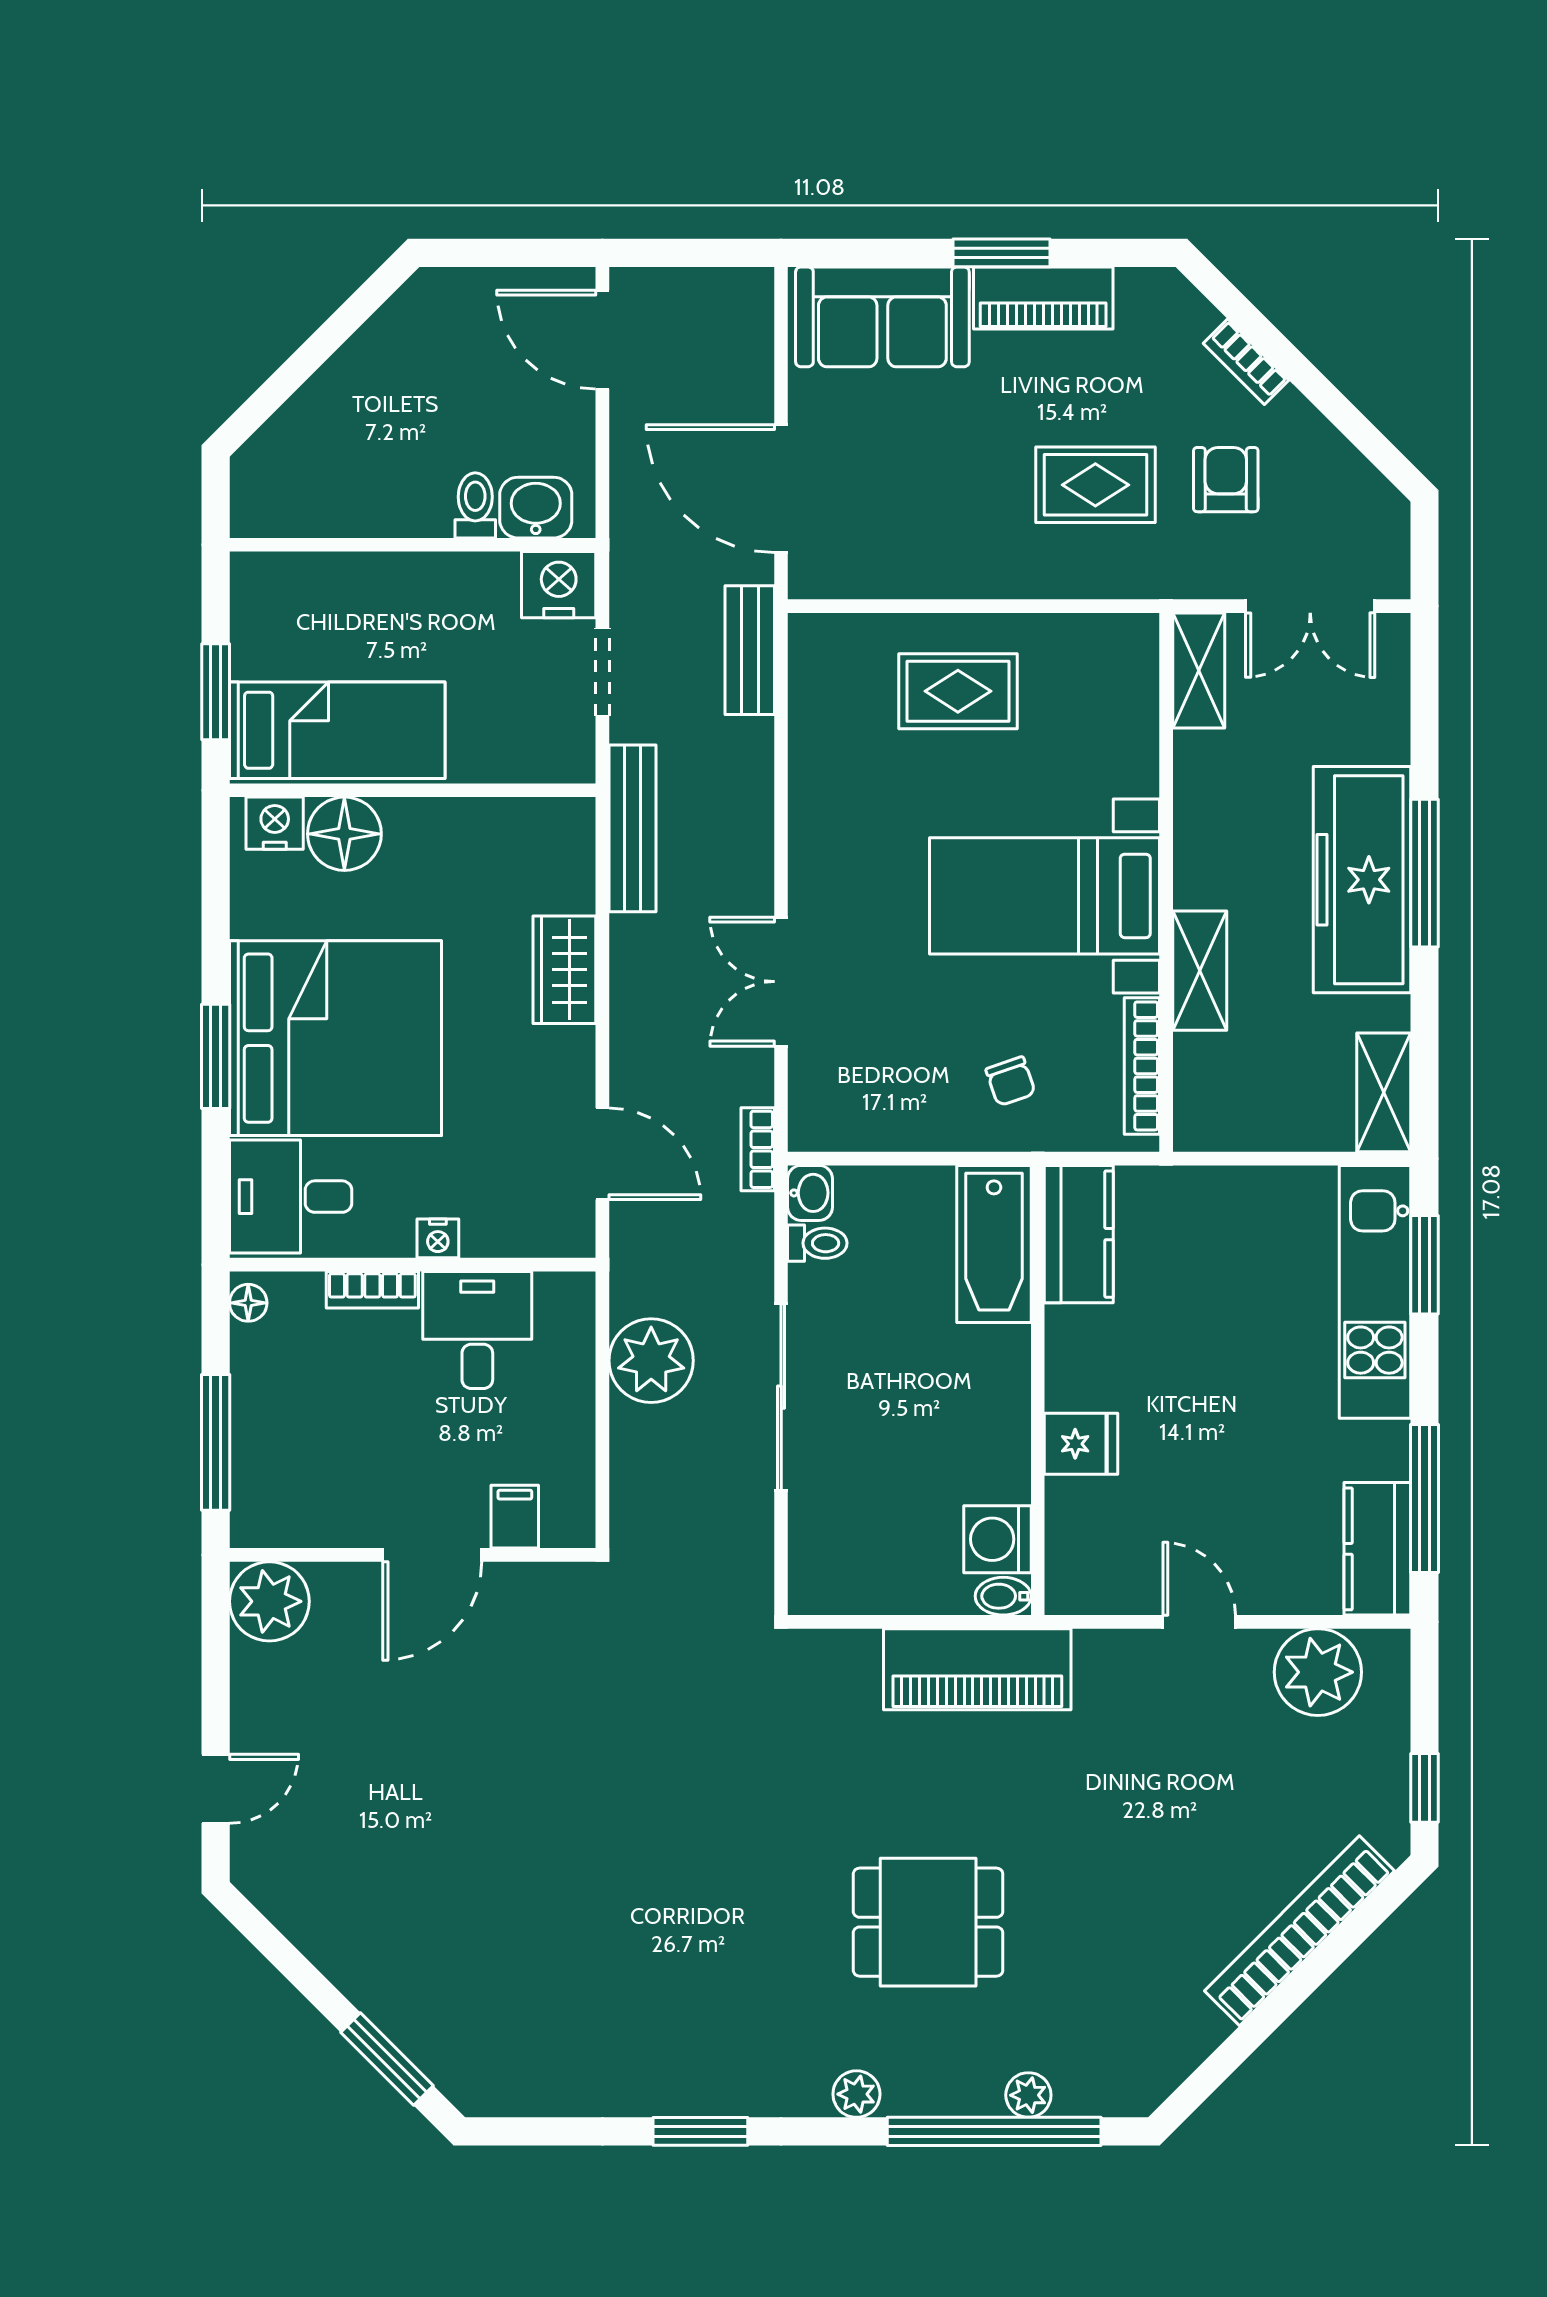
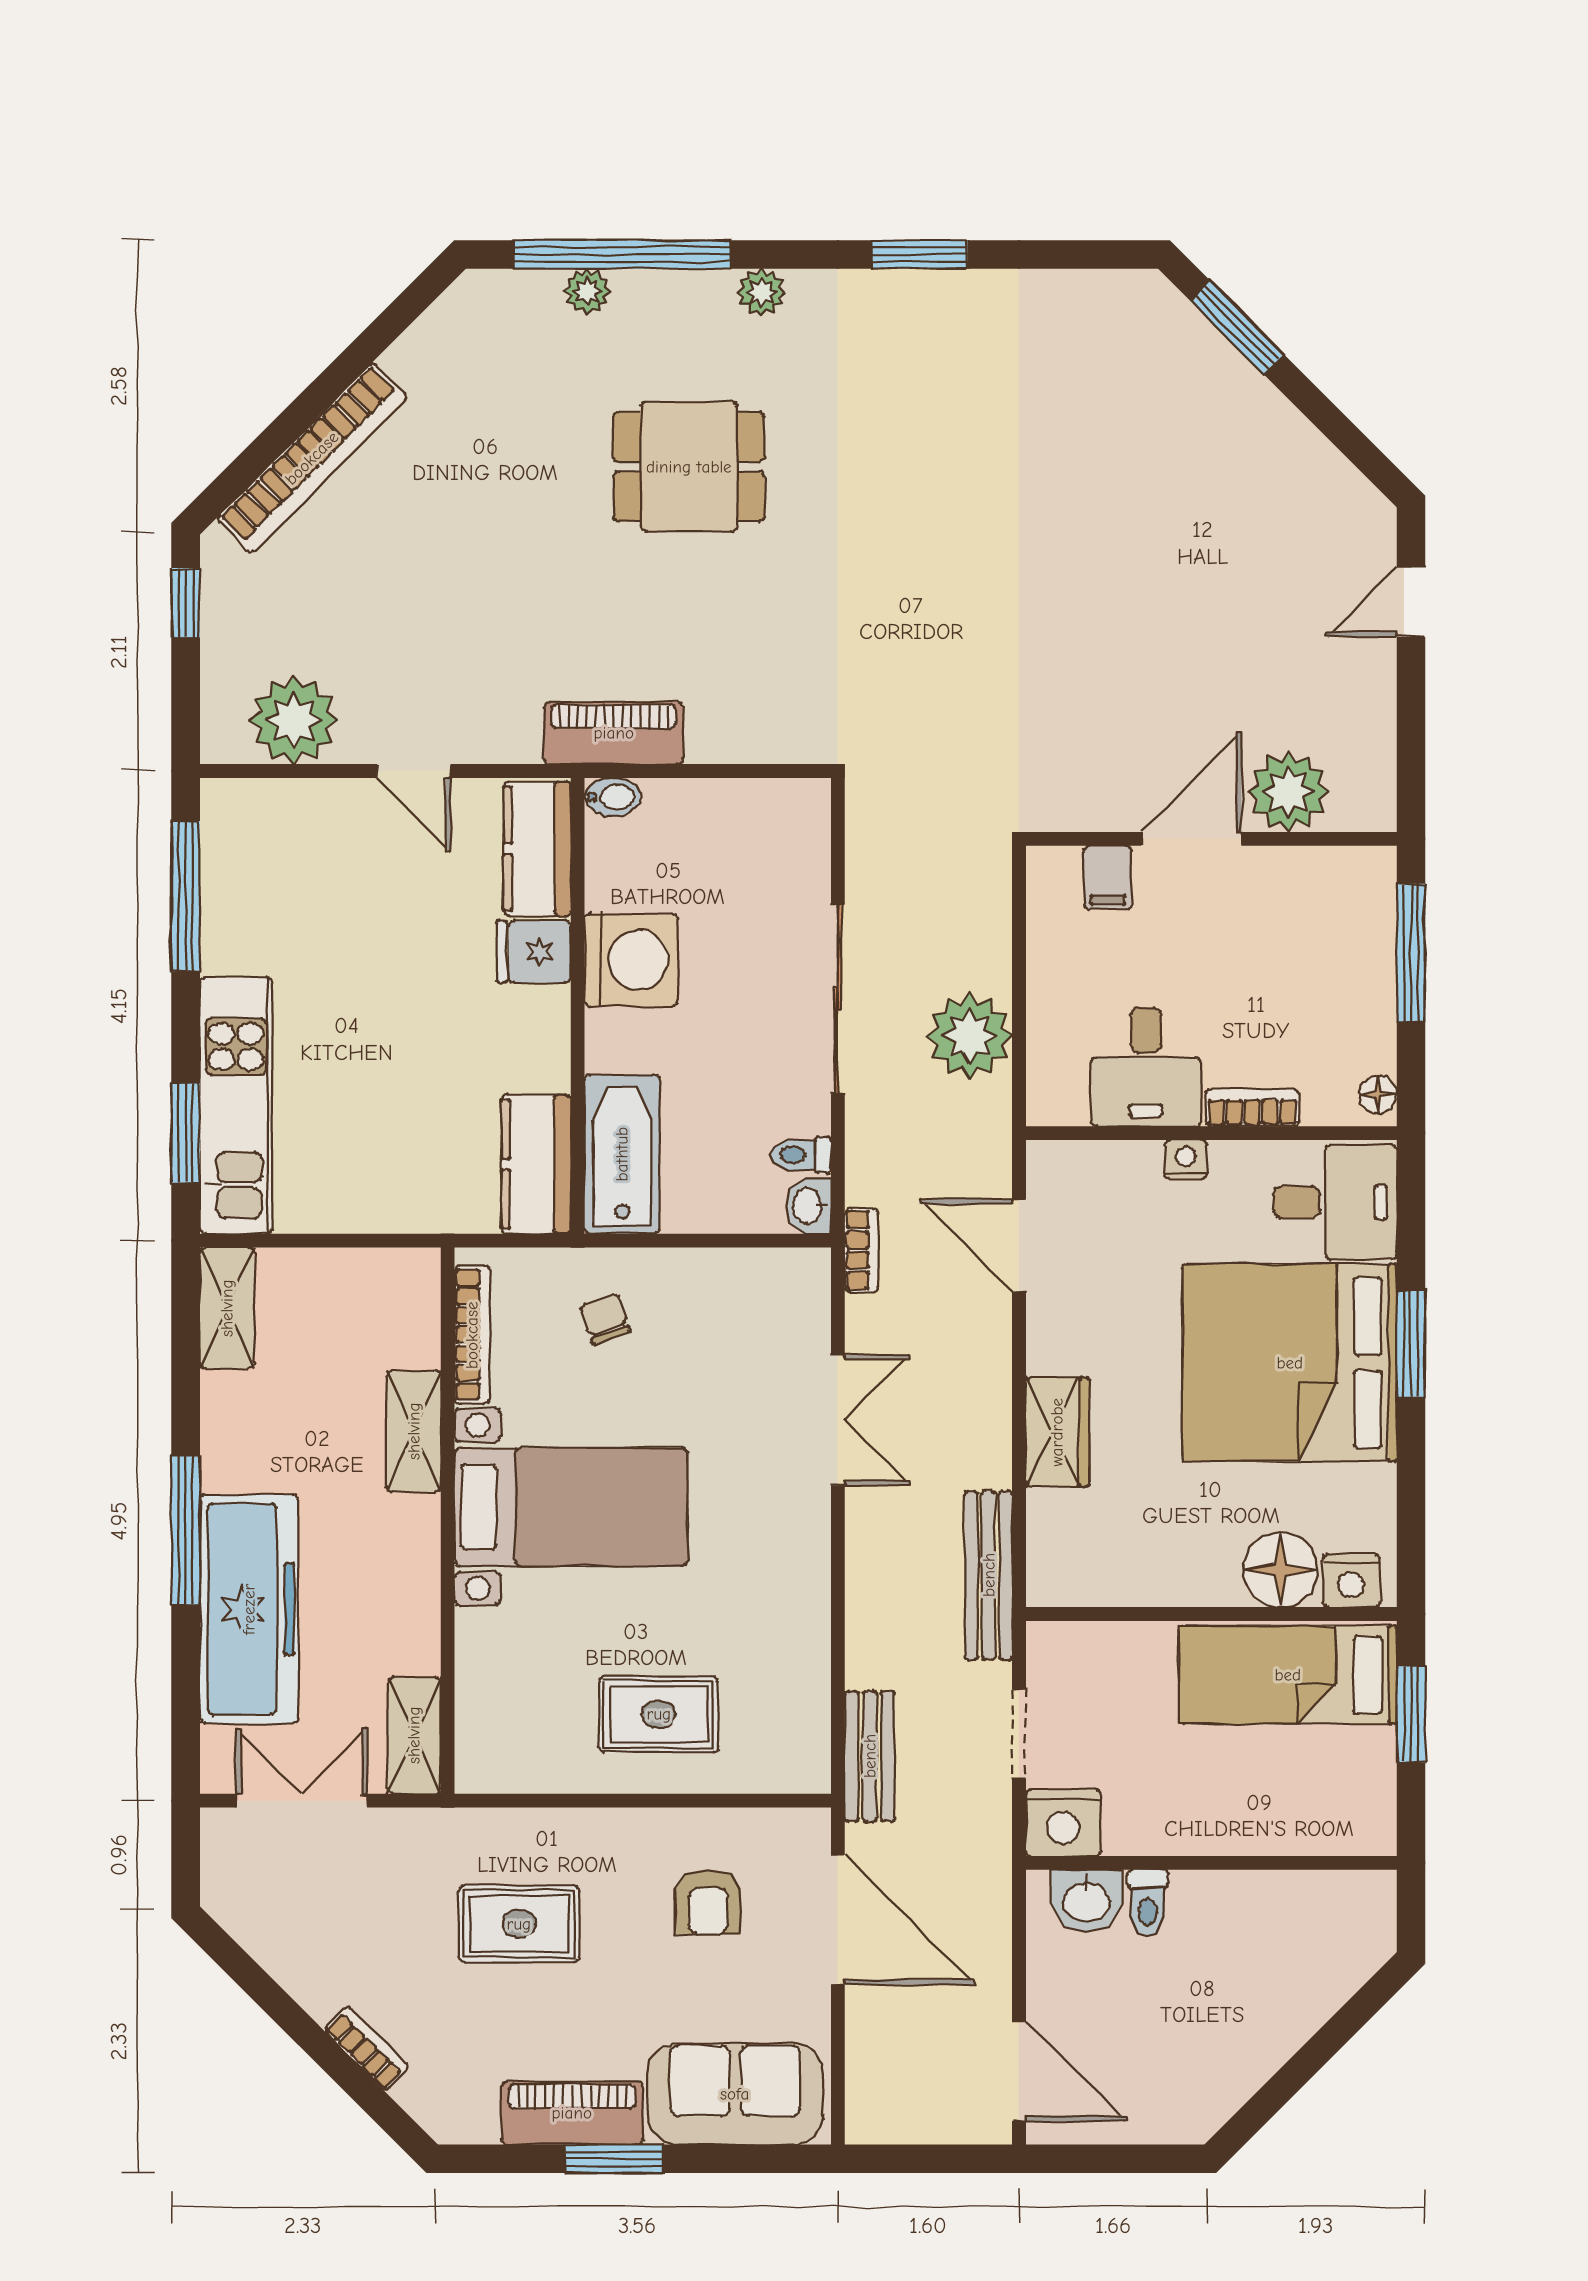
armchair: (1226, 480) -> (708, 1902), moved
freezer: (1362, 880) -> (249, 1609), moved
washing machine: (998, 1539) -> (631, 960), moved, width x1.37, depth x1.37
kitchen counter: (1377, 1549) -> (537, 849), moved, turned 180
plant: (269, 1601) -> (1288, 792), moved
piano: (977, 1669) -> (614, 733), width x0.73, depth x0.75

